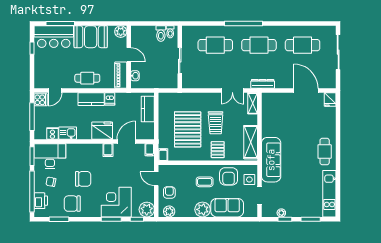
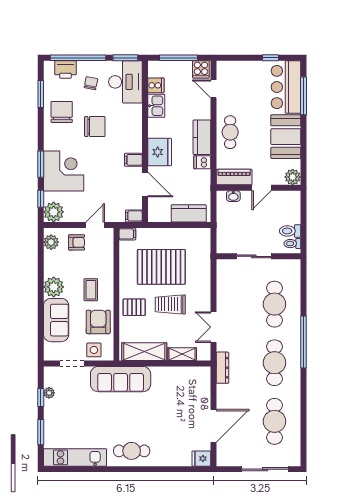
shelving: (253, 103) -> (182, 354), moved
armchair: (229, 176) -> (98, 322), turned 90
chair: (83, 179) -> (95, 127), turned -90

